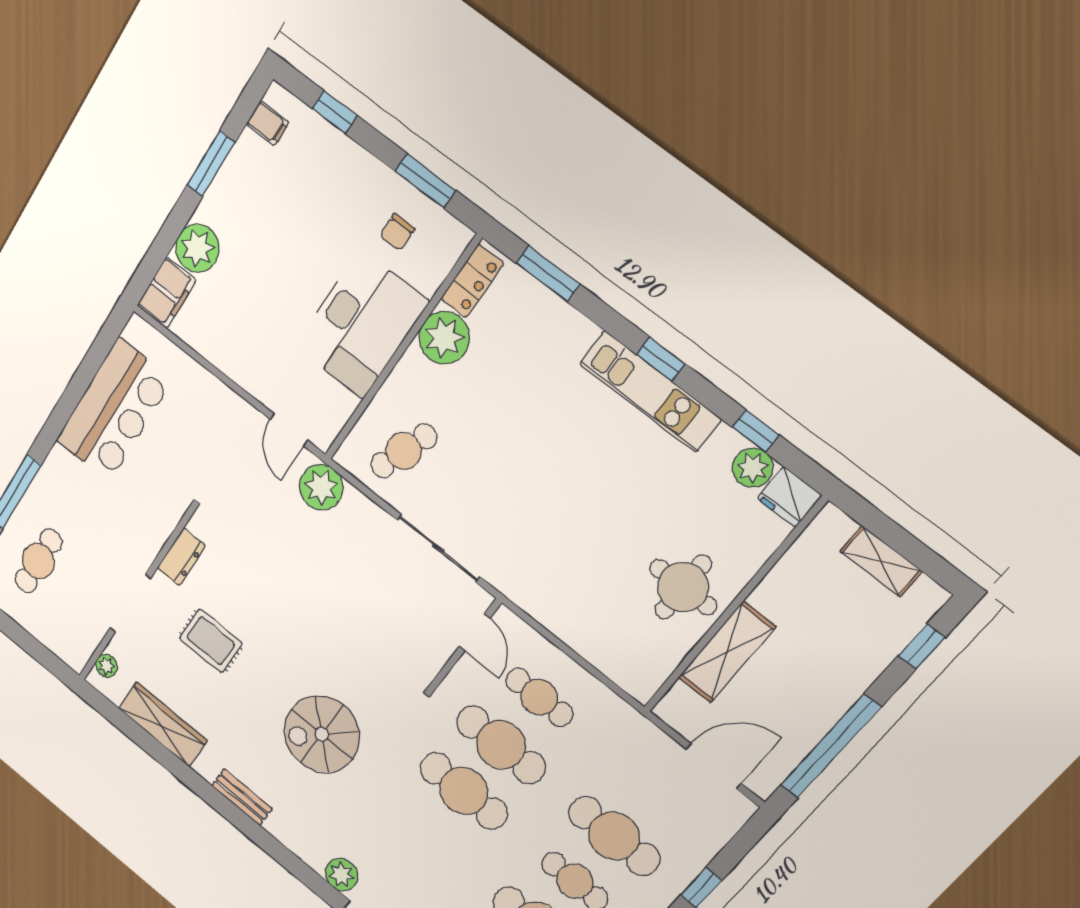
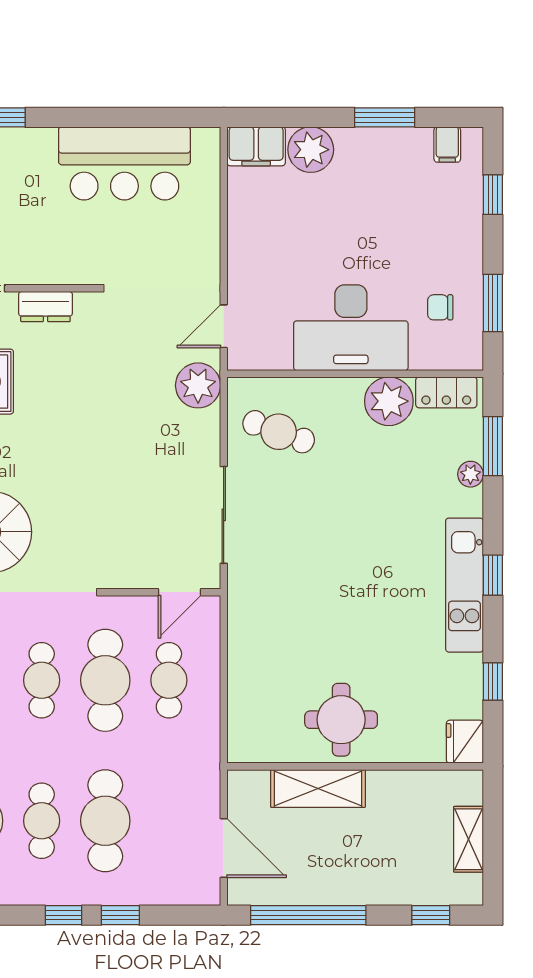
plant: (753, 468) -> (470, 474), moved, width x0.73, depth x0.73
cafe table: (464, 791) -> (42, 680), width x0.73, depth x0.74

